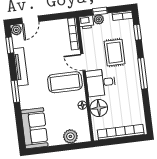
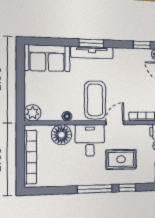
window: (138, 32) -> (127, 188), moved
tv unit: (21, 67) -> (92, 52), moved
plant: (70, 136) -> (32, 113), moved

